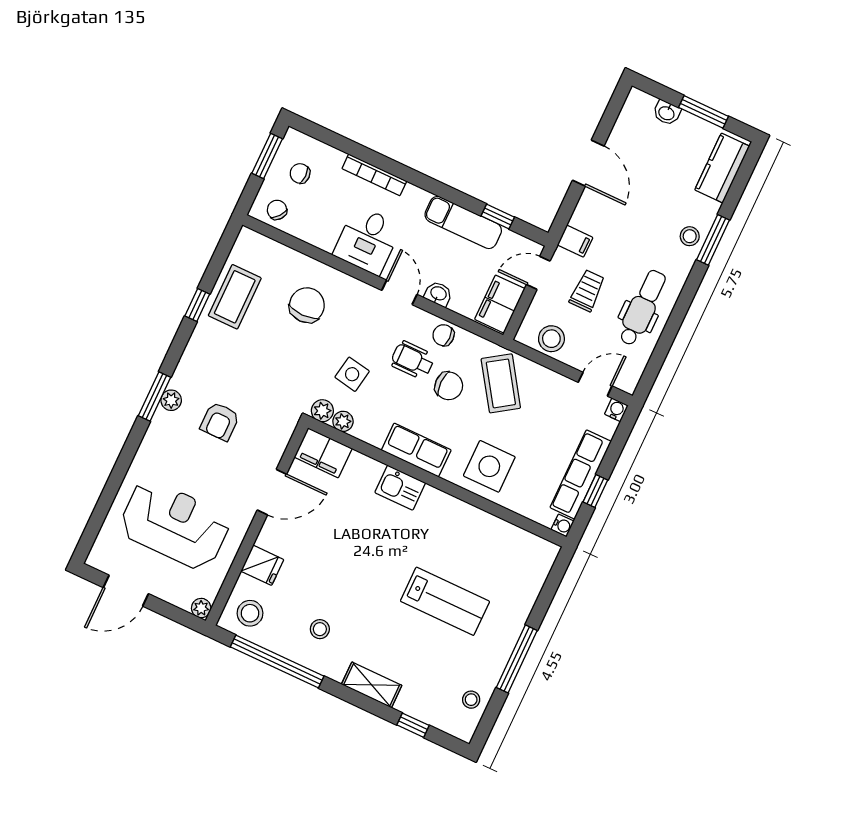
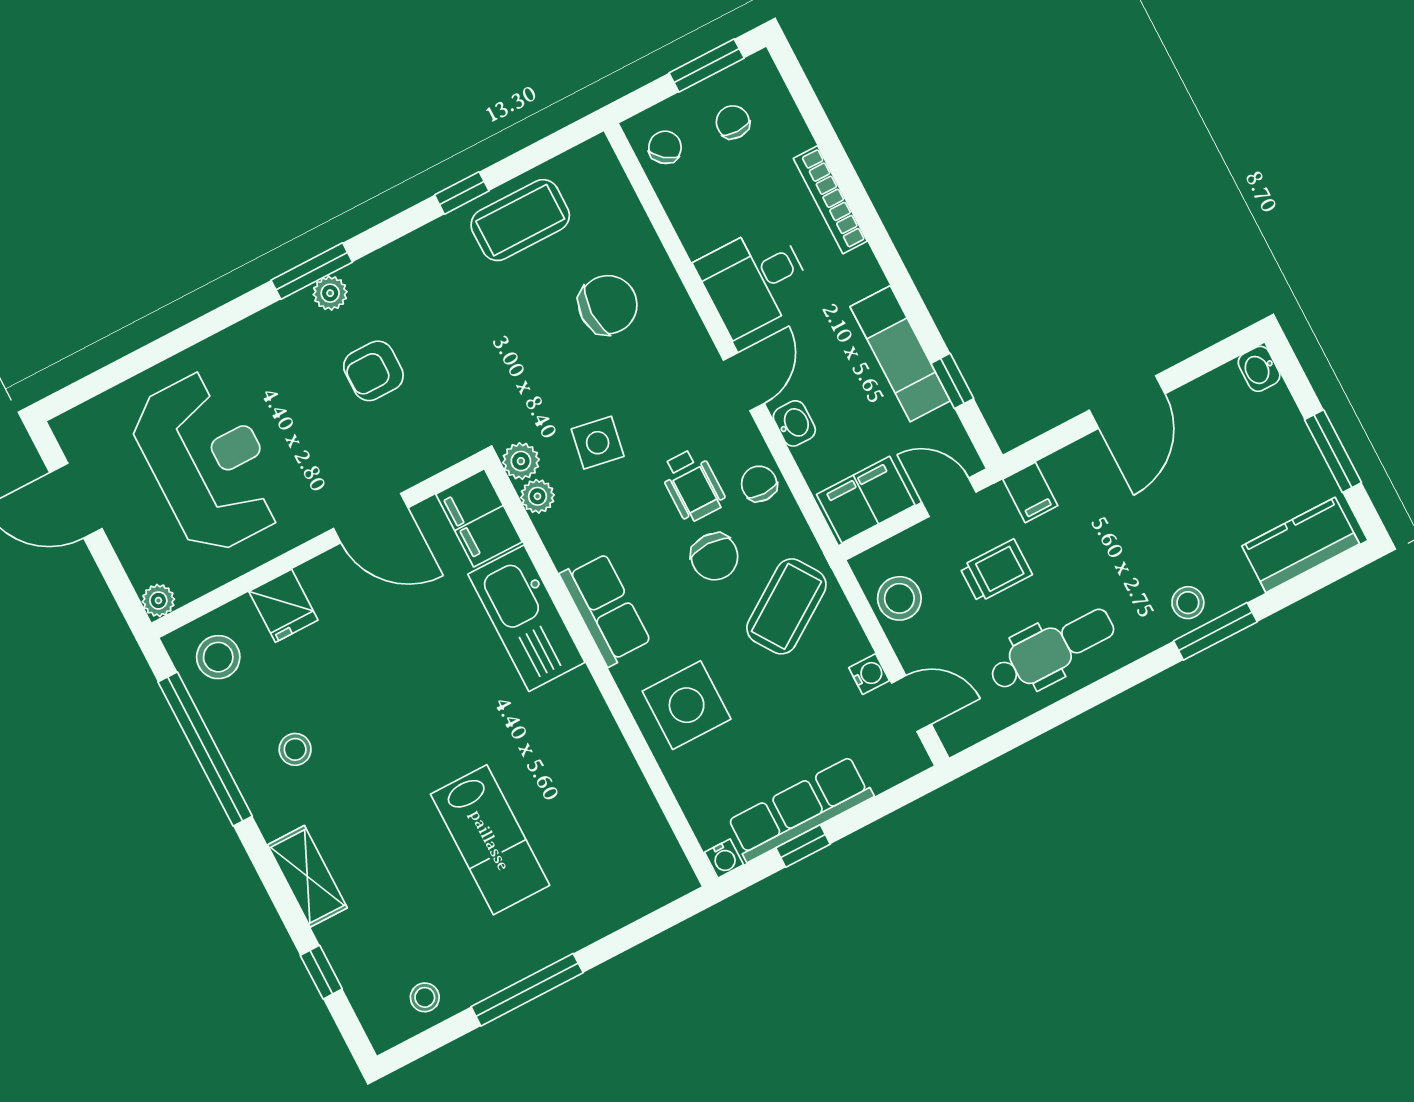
washbasin: (667, 113) -> (1259, 369), moved
wheelchair: (412, 360) -> (692, 485), turned 180
water cooler: (616, 410) -> (869, 674), moved
kitchen sink: (400, 488) -> (526, 618), width x1.87, depth x1.24

